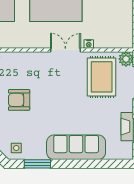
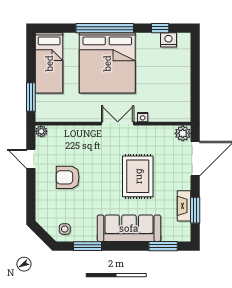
rug: (102, 77) -> (138, 176), moved
window: (108, 164) -> (163, 246), added

